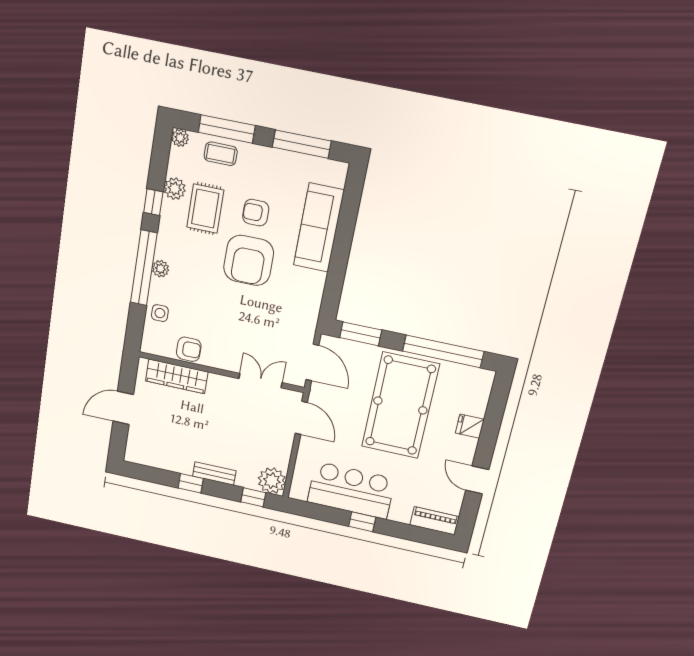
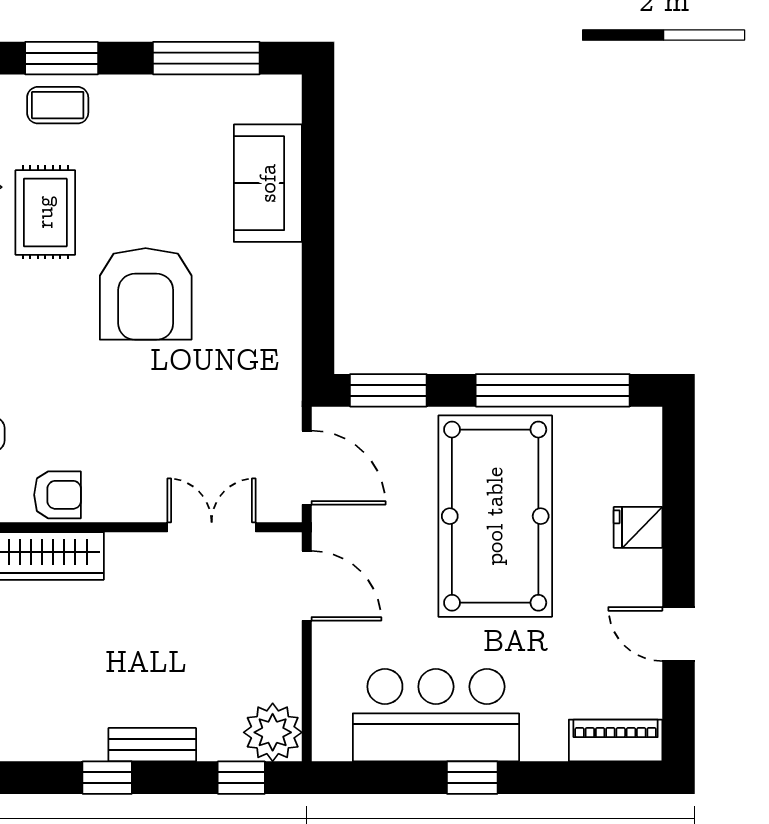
window: (227, 129) -> (62, 58), width x0.69
armchair: (256, 213) -> (143, 201), removed
sofa: (319, 228) -> (268, 183), width x0.73

